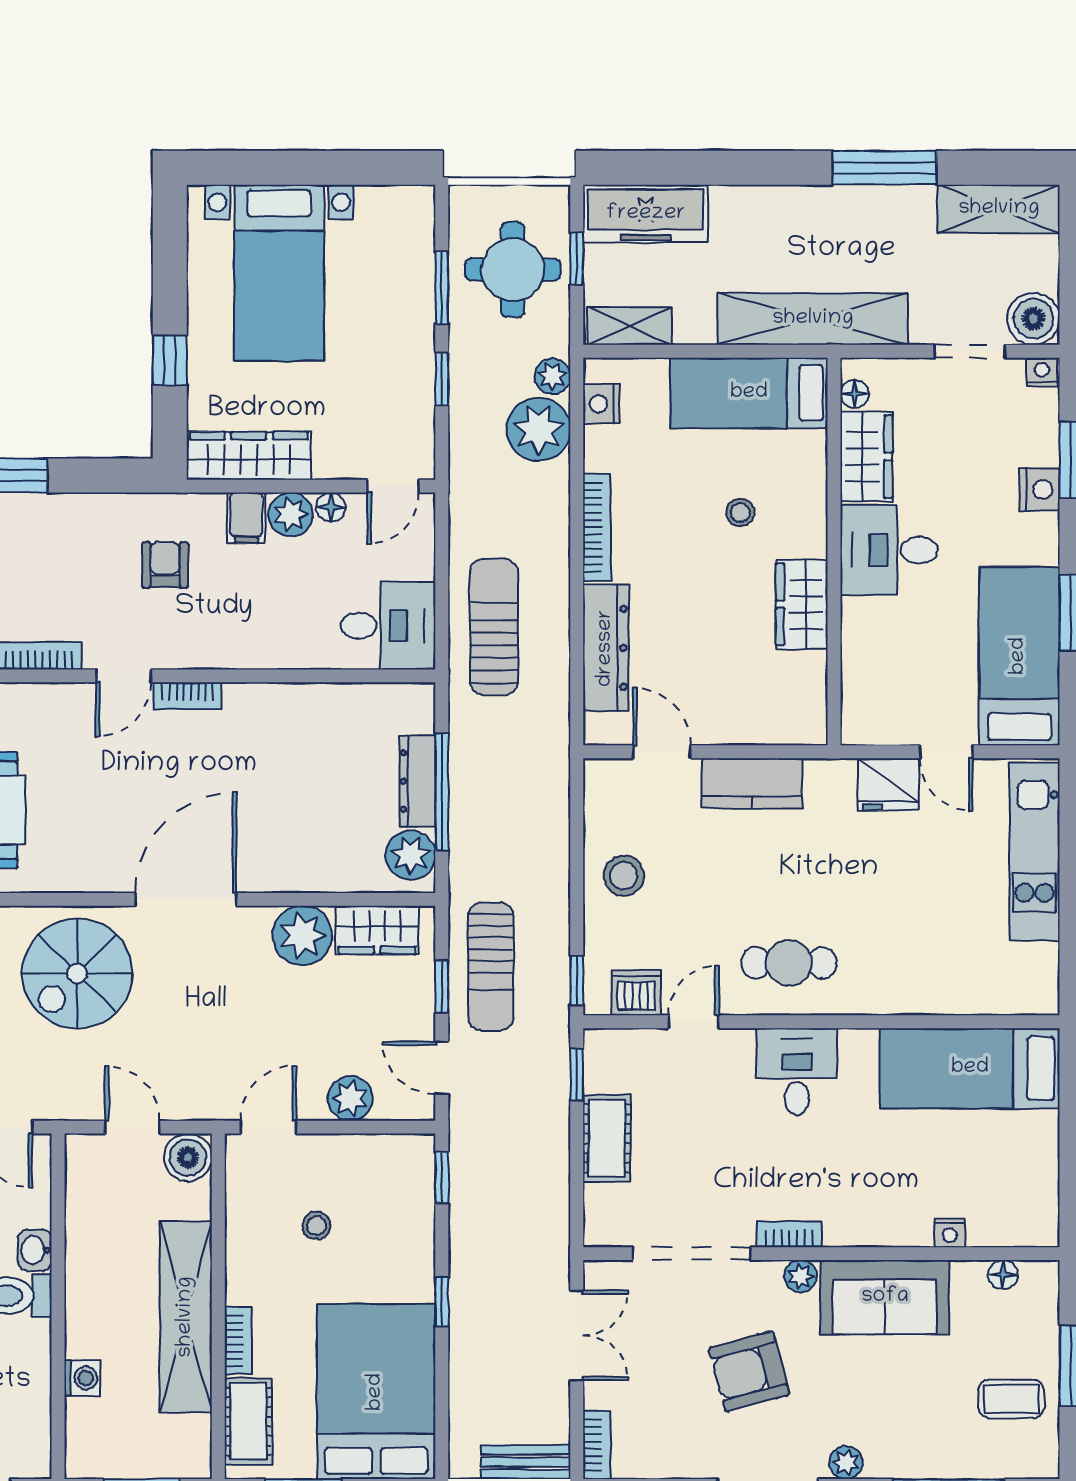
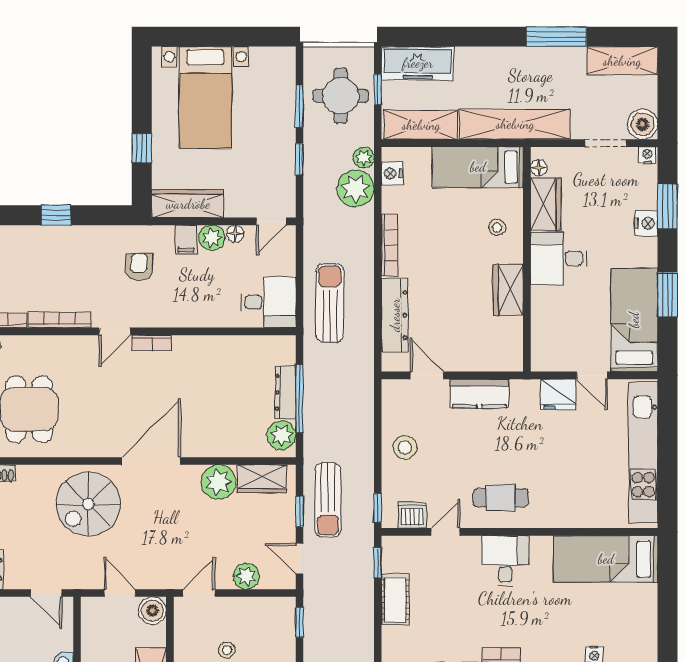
shelving: (630, 326) -> (421, 125), width x1.50, depth x1.33
stool: (740, 513) -> (497, 227), moved
kitchen unit: (1034, 852) -> (643, 452), width x1.36

